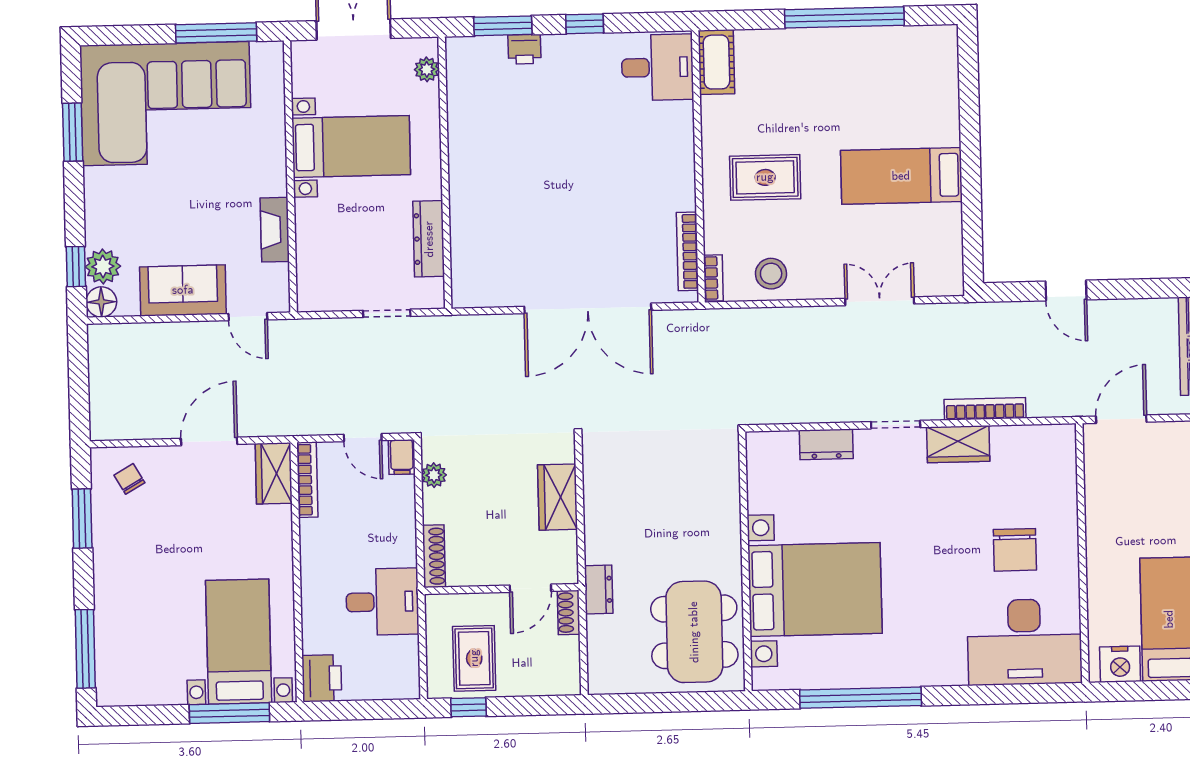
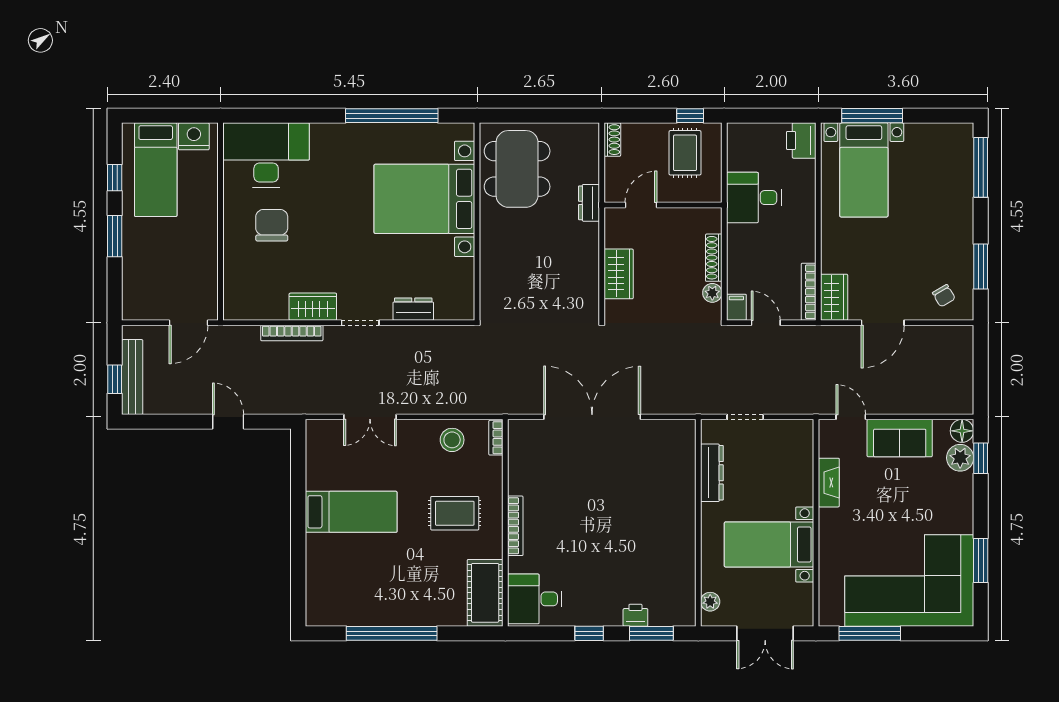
cot: (716, 62) -> (485, 593), width x1.37, depth x1.34
bookcase: (687, 251) -> (515, 526), moved
shoe rack: (434, 556) -> (714, 258), moved
shoe rack: (569, 613) -> (612, 140), moved

